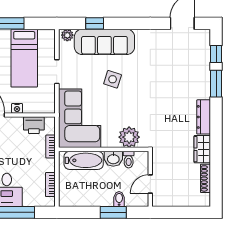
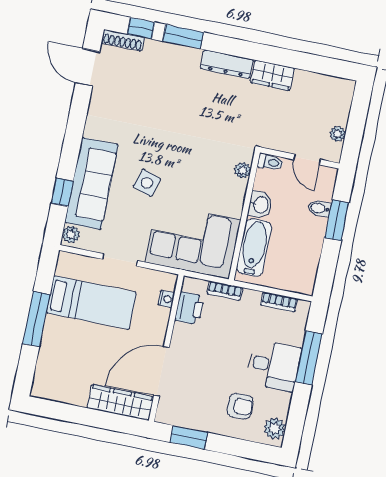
nightstand: (17, 108) -> (166, 299), moved
plant: (129, 137) -> (243, 170), width x0.53, depth x0.53
toilet: (129, 160) -> (270, 162), moved
shoe rack: (205, 178) -> (123, 40), moved
plant: (172, 201) -> (338, 134), added

